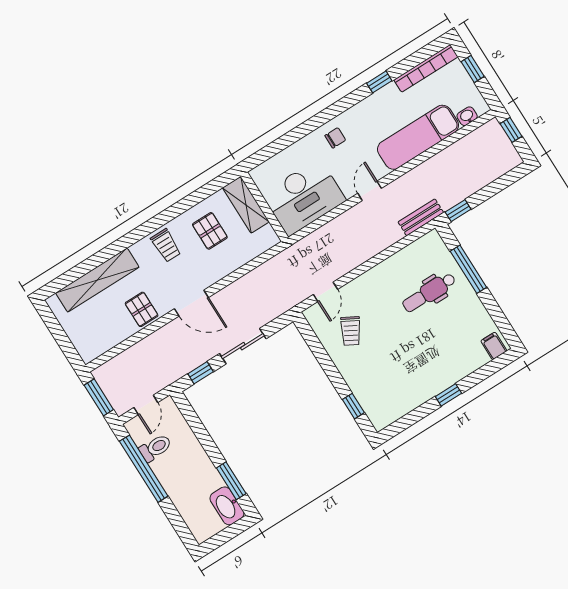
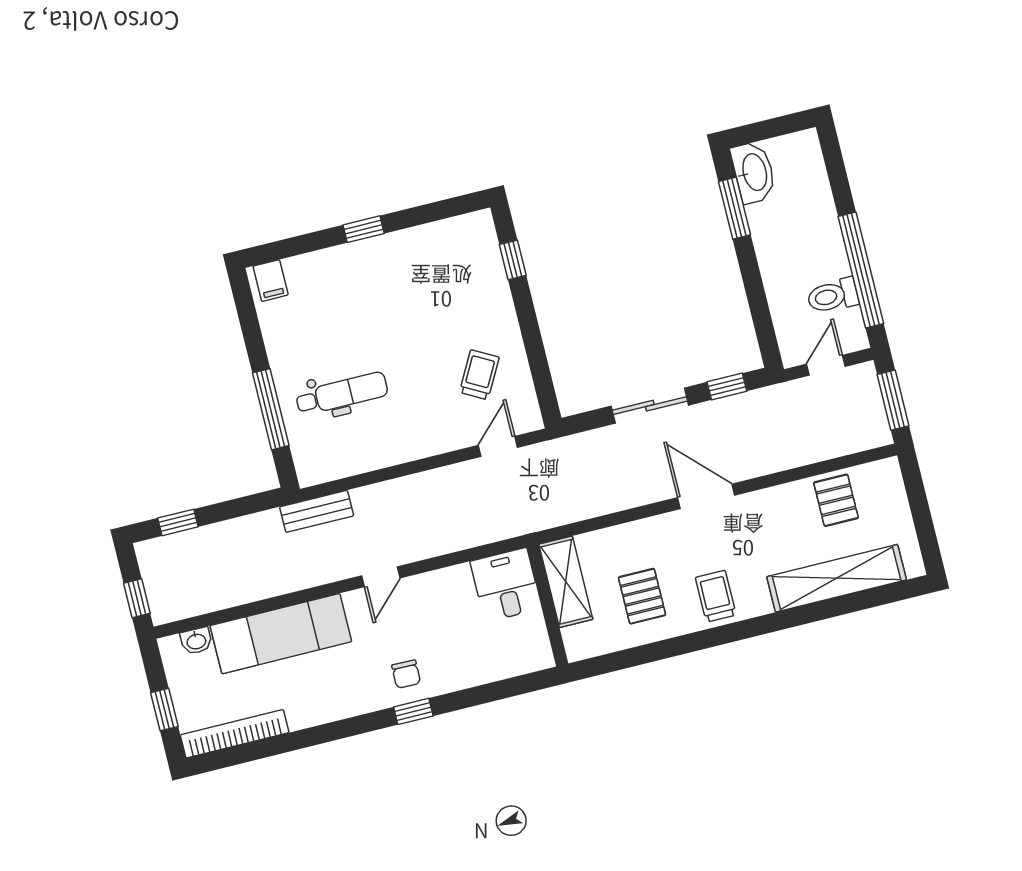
window: (379, 82) -> (413, 711), moved
chair: (335, 138) -> (406, 674), turned -89
desk: (304, 197) -> (506, 585), width x0.53, depth x0.77
shelving: (246, 205) -> (566, 582), moved
window: (458, 211) -> (178, 522), moved
pallet: (142, 309) -> (836, 500), moved

